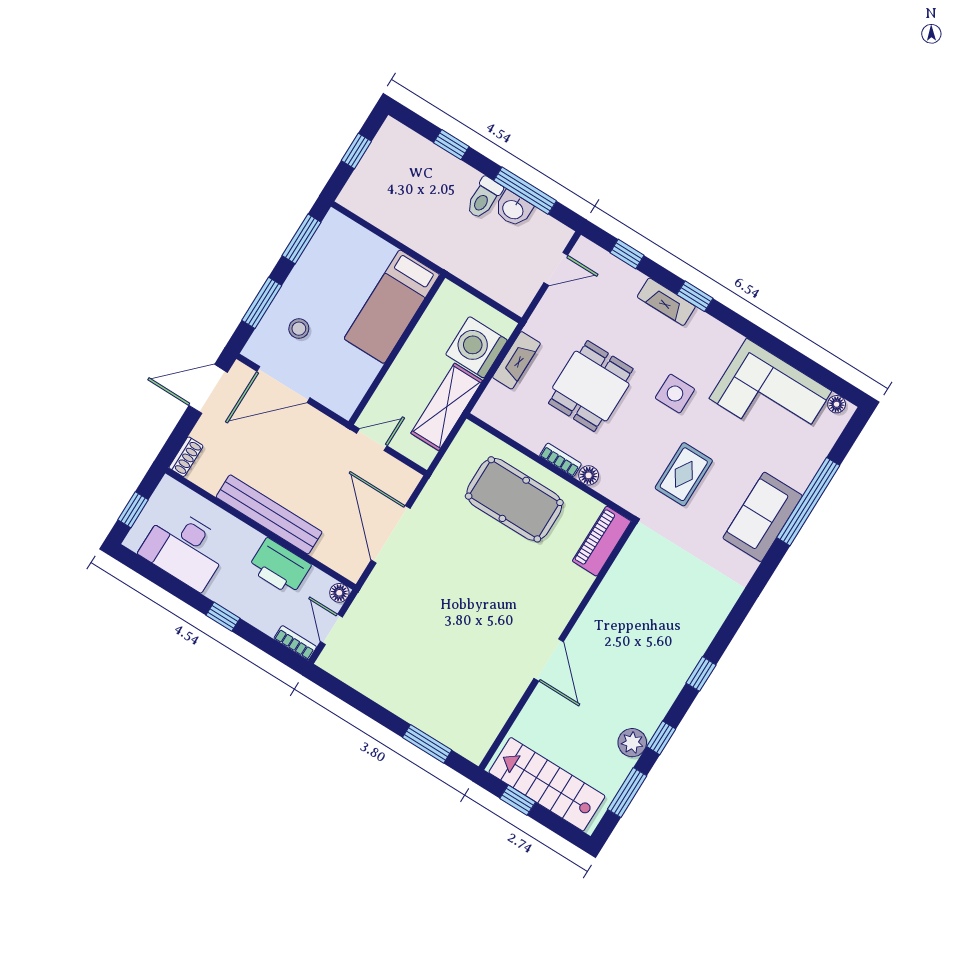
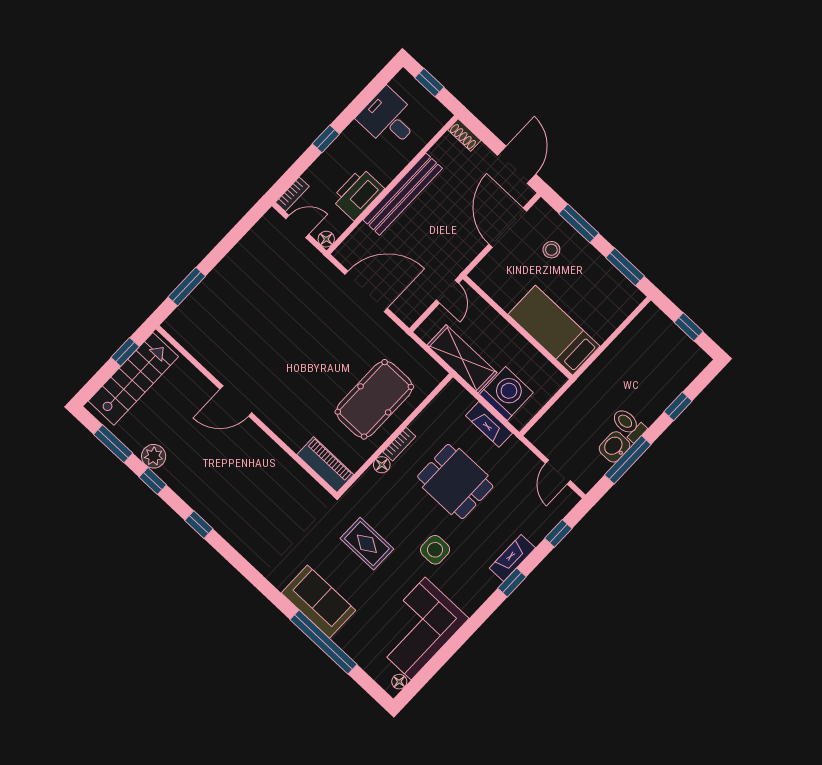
desk: (185, 548) -> (389, 119), width x0.73

